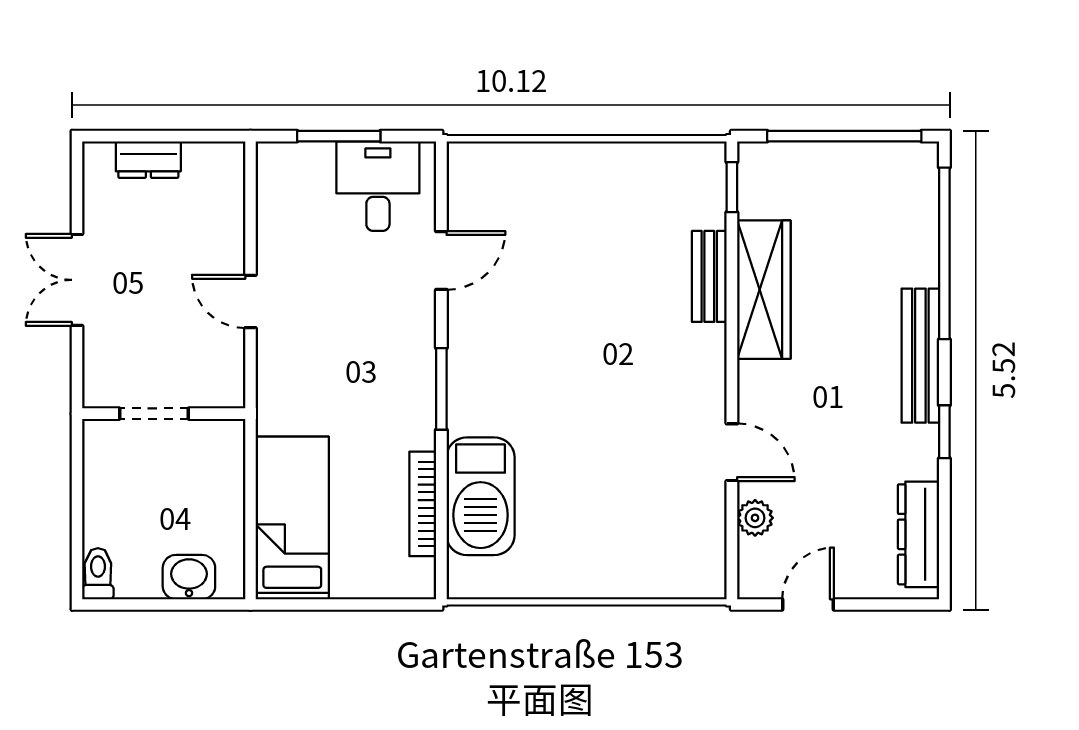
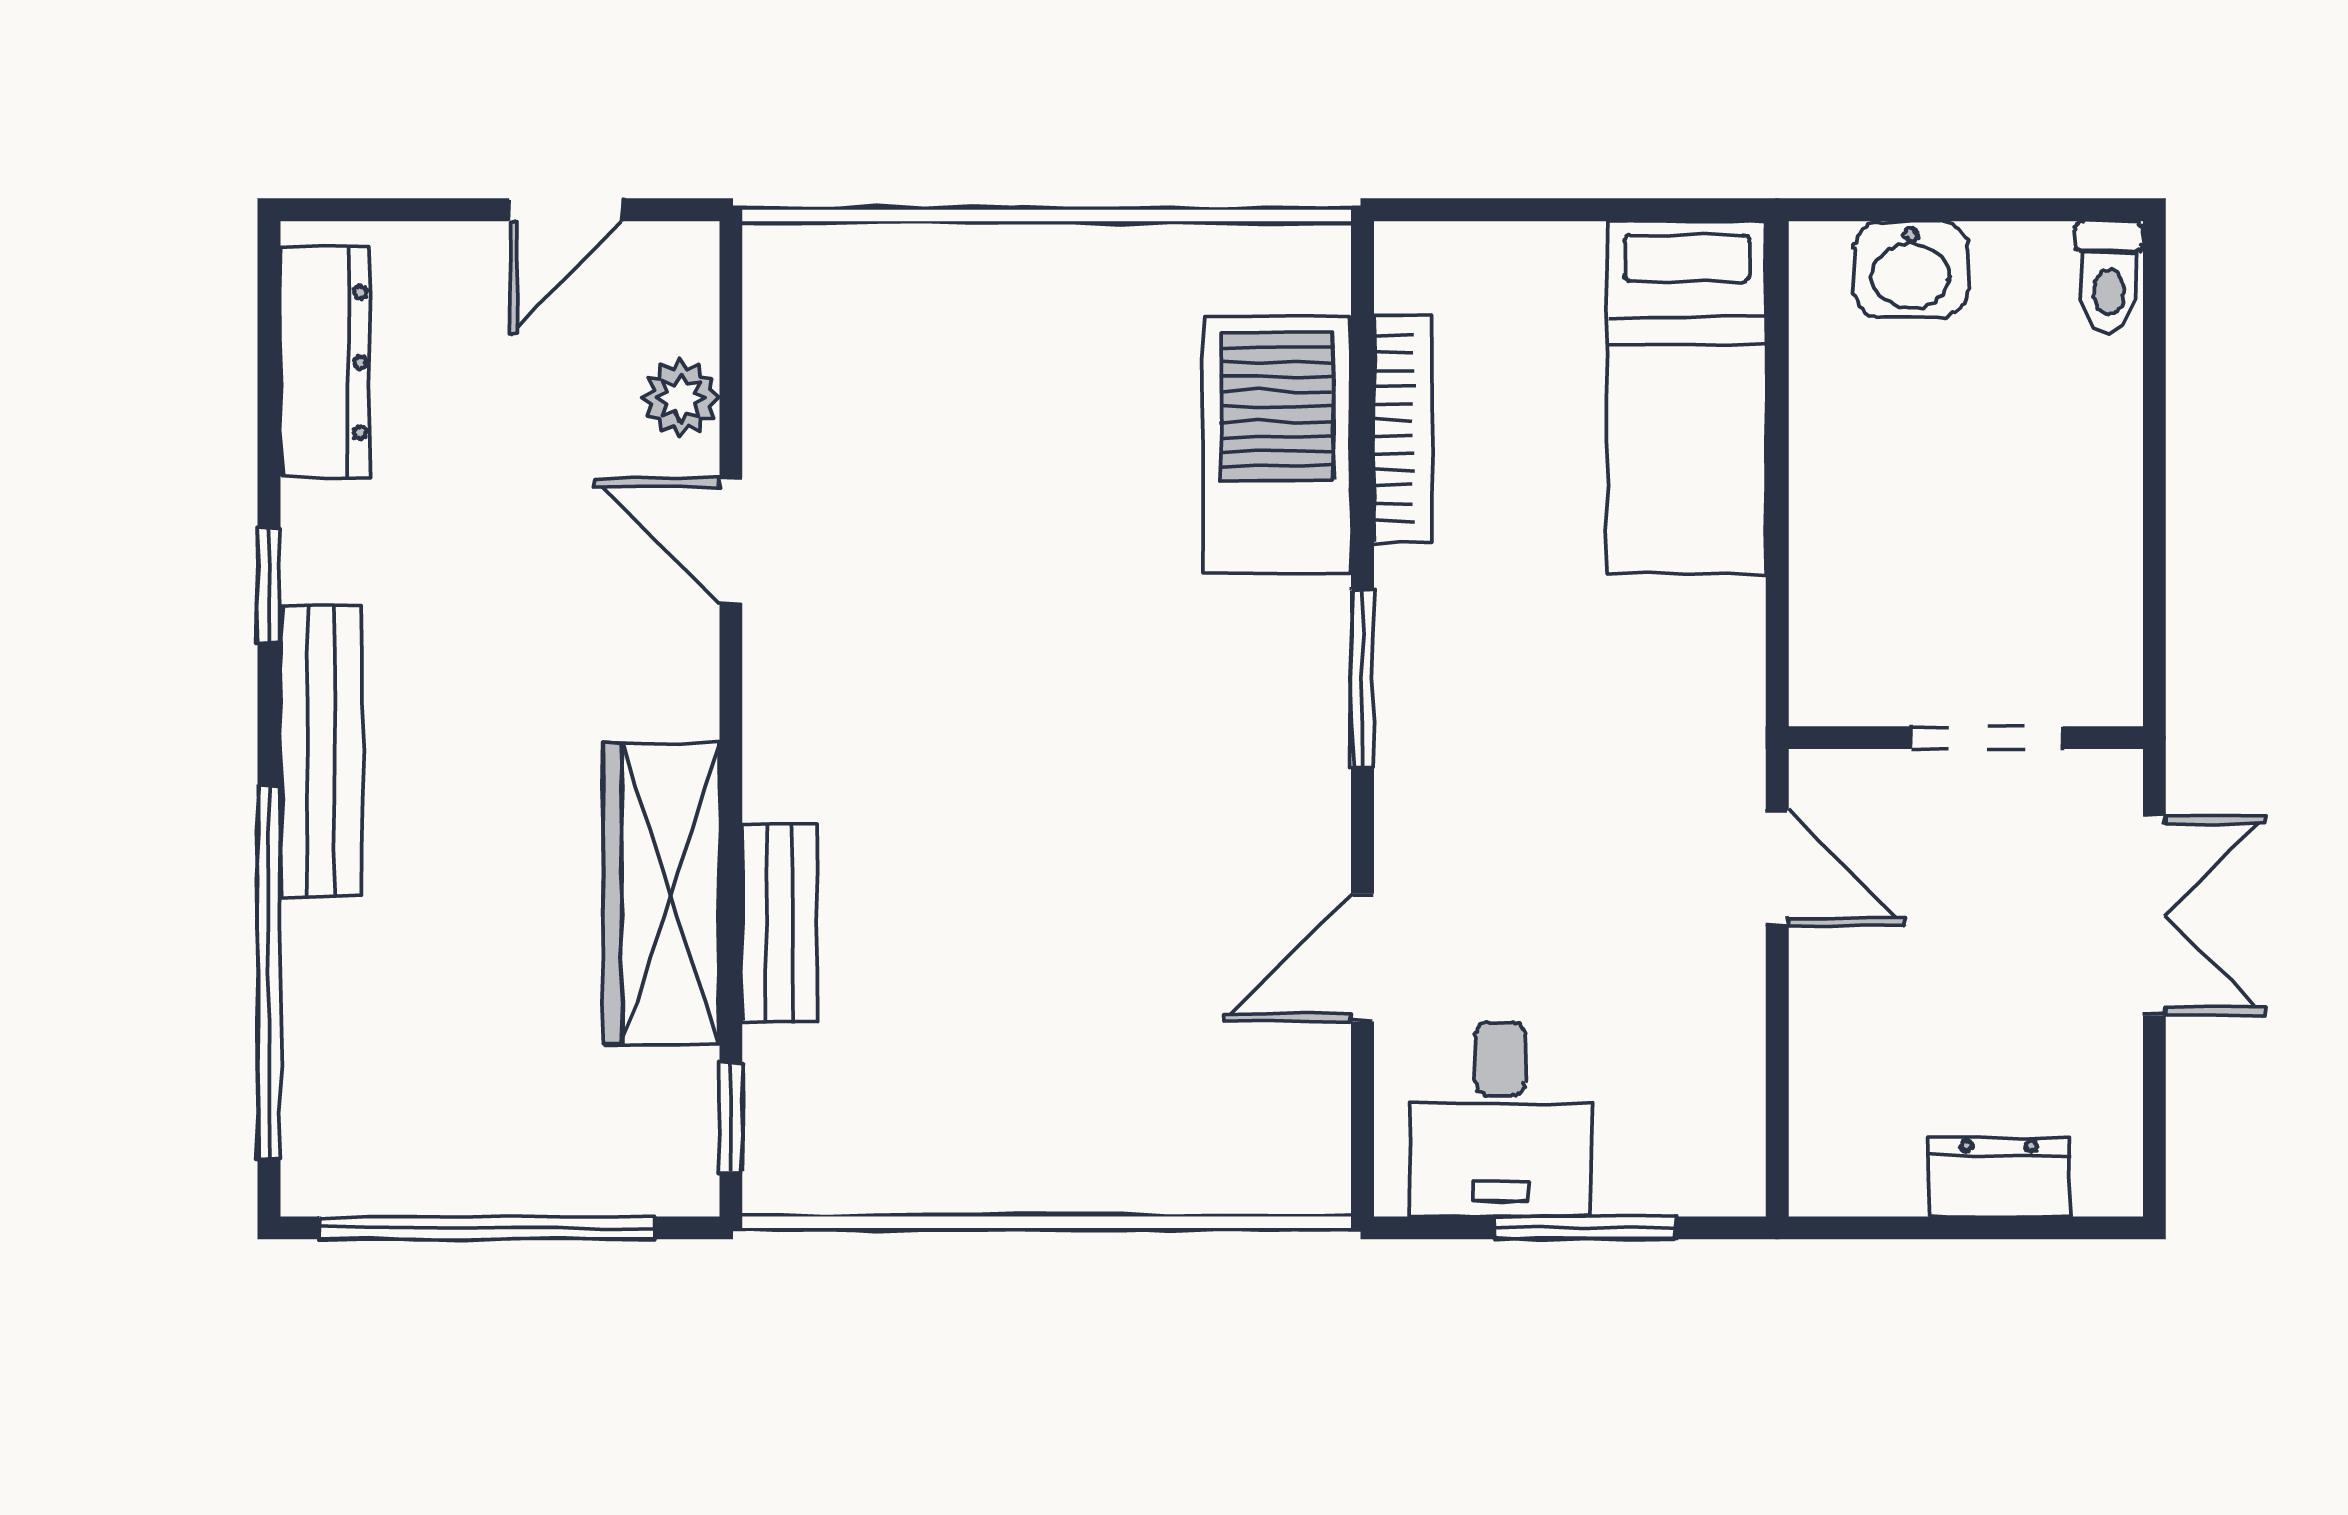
doorway: (154, 414) -> (1987, 738), moved
wall: (164, 414) -> (1966, 738), moved

